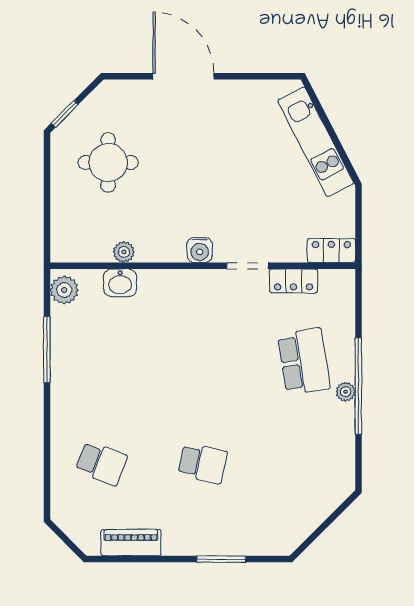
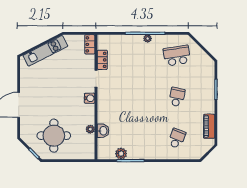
round table: (108, 162) -> (54, 136), width x1.36, depth x1.36
plant: (64, 290) -> (121, 154), moved
school desk: (304, 361) -> (177, 56), moved

